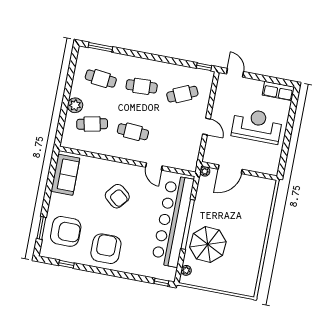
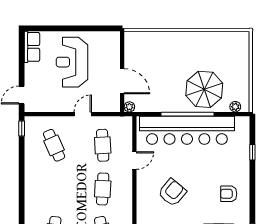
cafe table: (142, 86) -> (103, 145), moved
armchair: (106, 249) -> (229, 194), width x0.53, depth x0.53
window: (161, 282) -> (252, 152), moved

